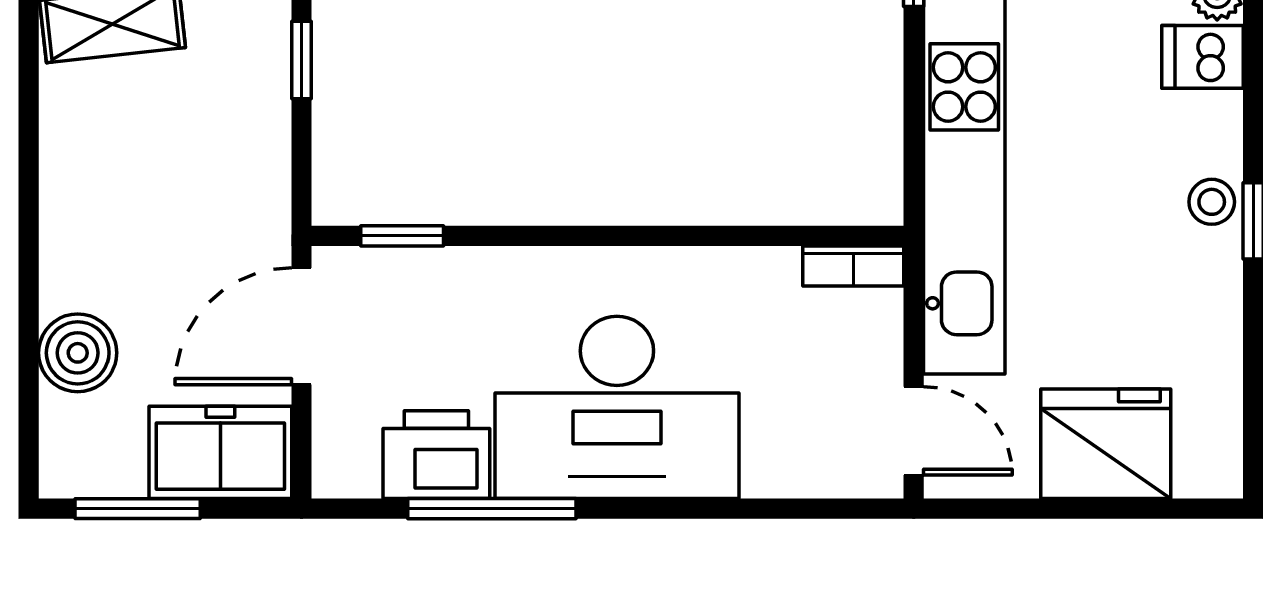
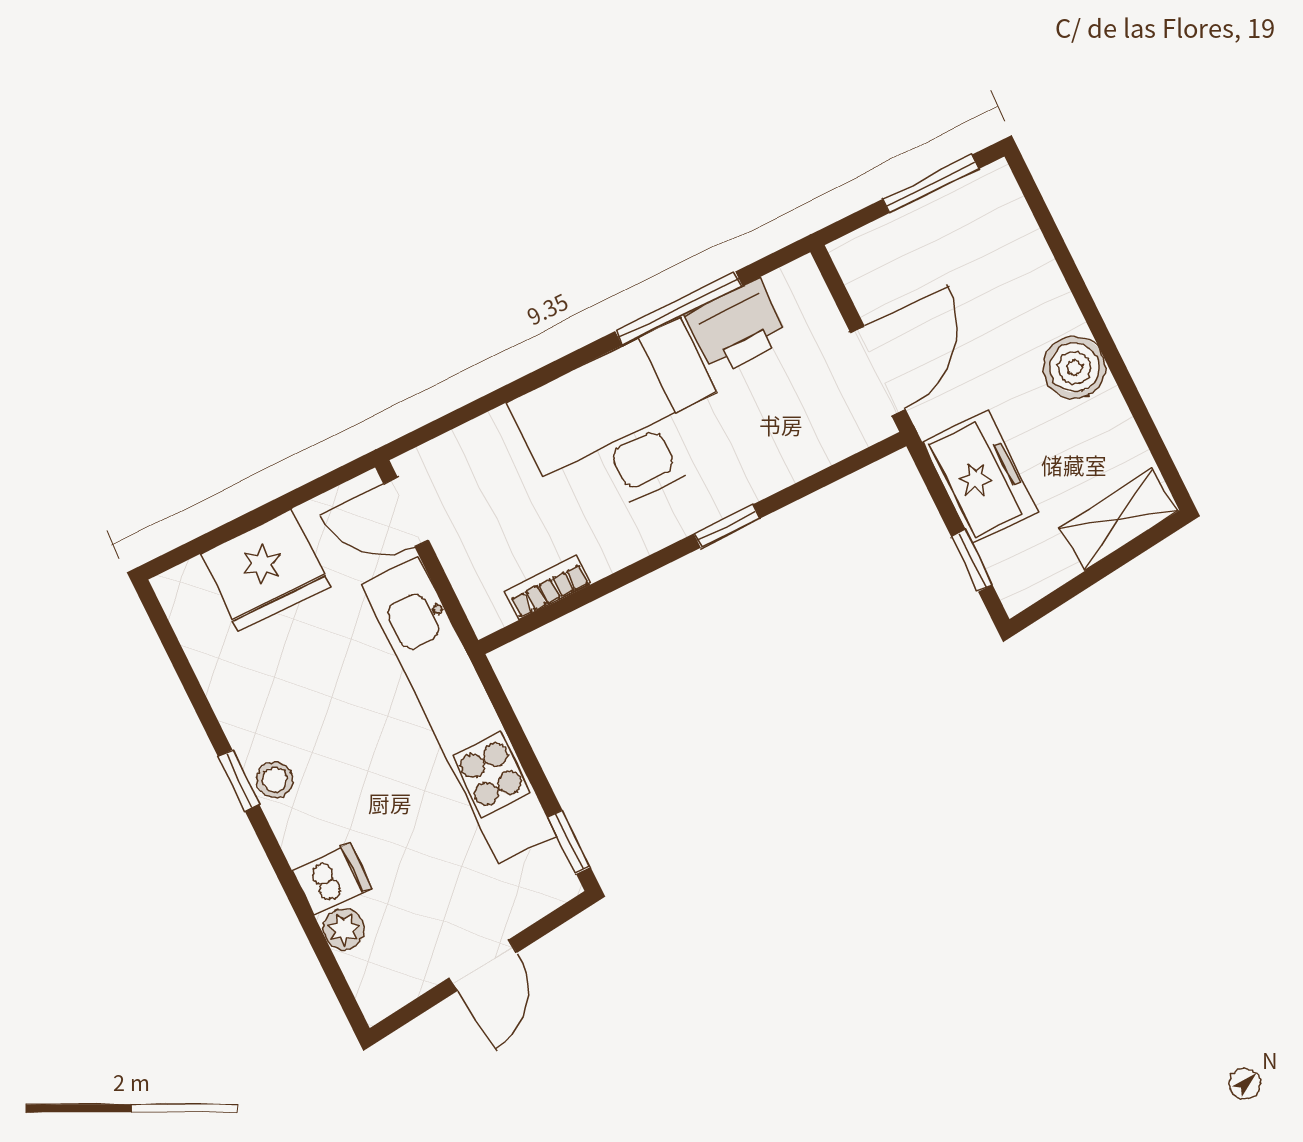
window: (402, 236) -> (727, 526), moved
bookcase: (853, 266) -> (548, 588), moved
boiler: (78, 353) -> (1074, 368), moved
freezer: (220, 452) -> (980, 477), moved, turned -90

